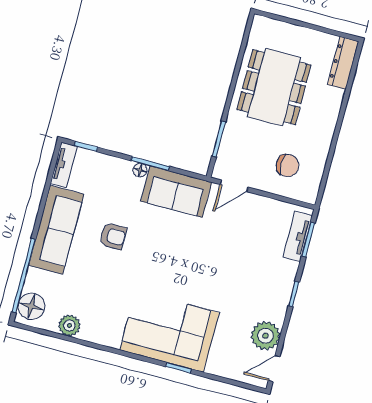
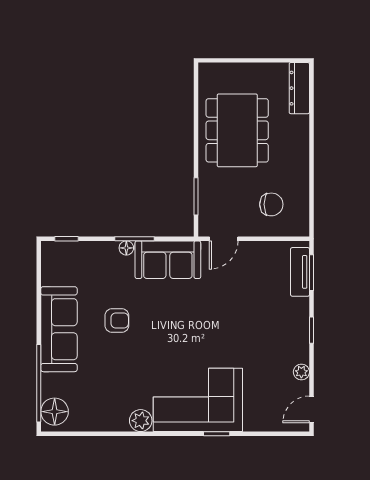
tv unit: (64, 165) -> (49, 263), removed
plant: (69, 325) -> (141, 421), moved
plant: (266, 336) -> (301, 372), width x0.53, depth x0.53

